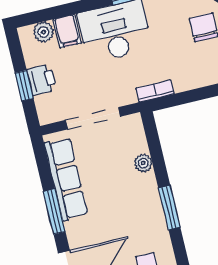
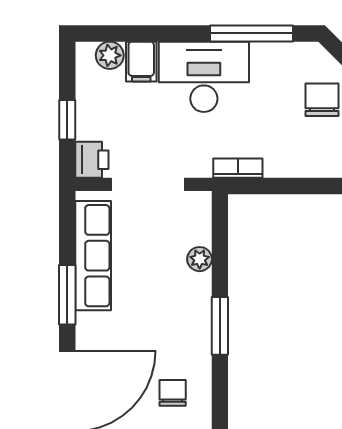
printer: (41, 80) -> (92, 160), moved

